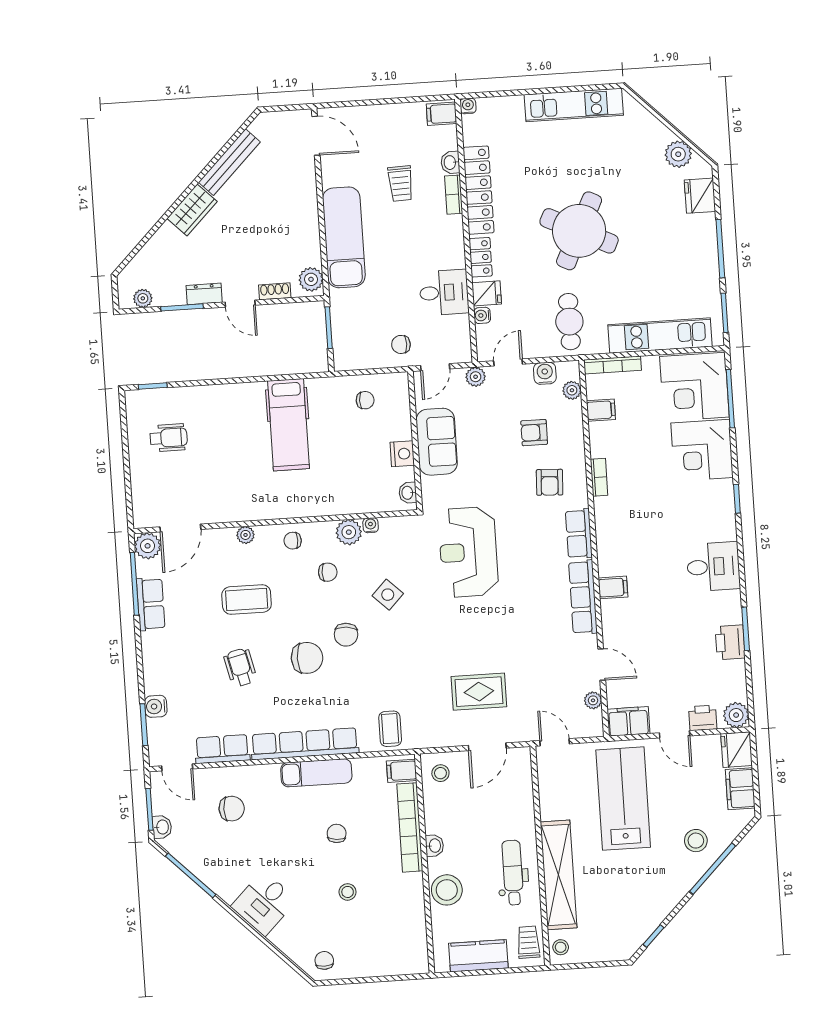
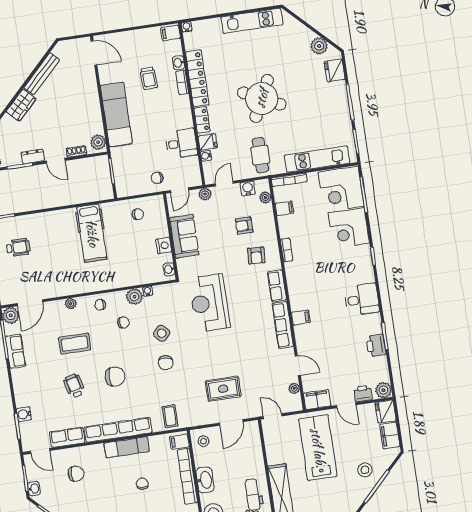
chair: (346, 635) -> (166, 363), moved
washbasin: (434, 846) -> (205, 480), width x1.91, depth x1.45

